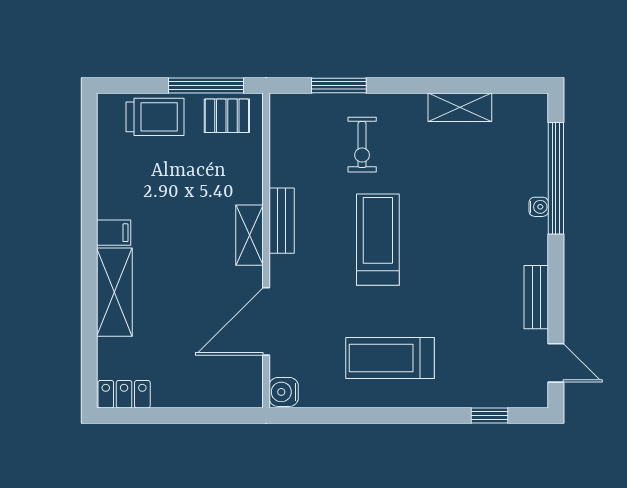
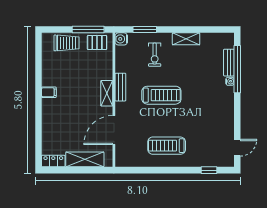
shelving: (460, 107) -> (186, 39), moved
treadmill: (378, 240) -> (161, 95), turned 90
shelving: (114, 292) -> (85, 159), moved, turned 90
bench: (536, 297) -> (229, 63), moved
door: (556, 363) -> (237, 148), hinge flipped
water cooler: (284, 392) -> (121, 39), moved

